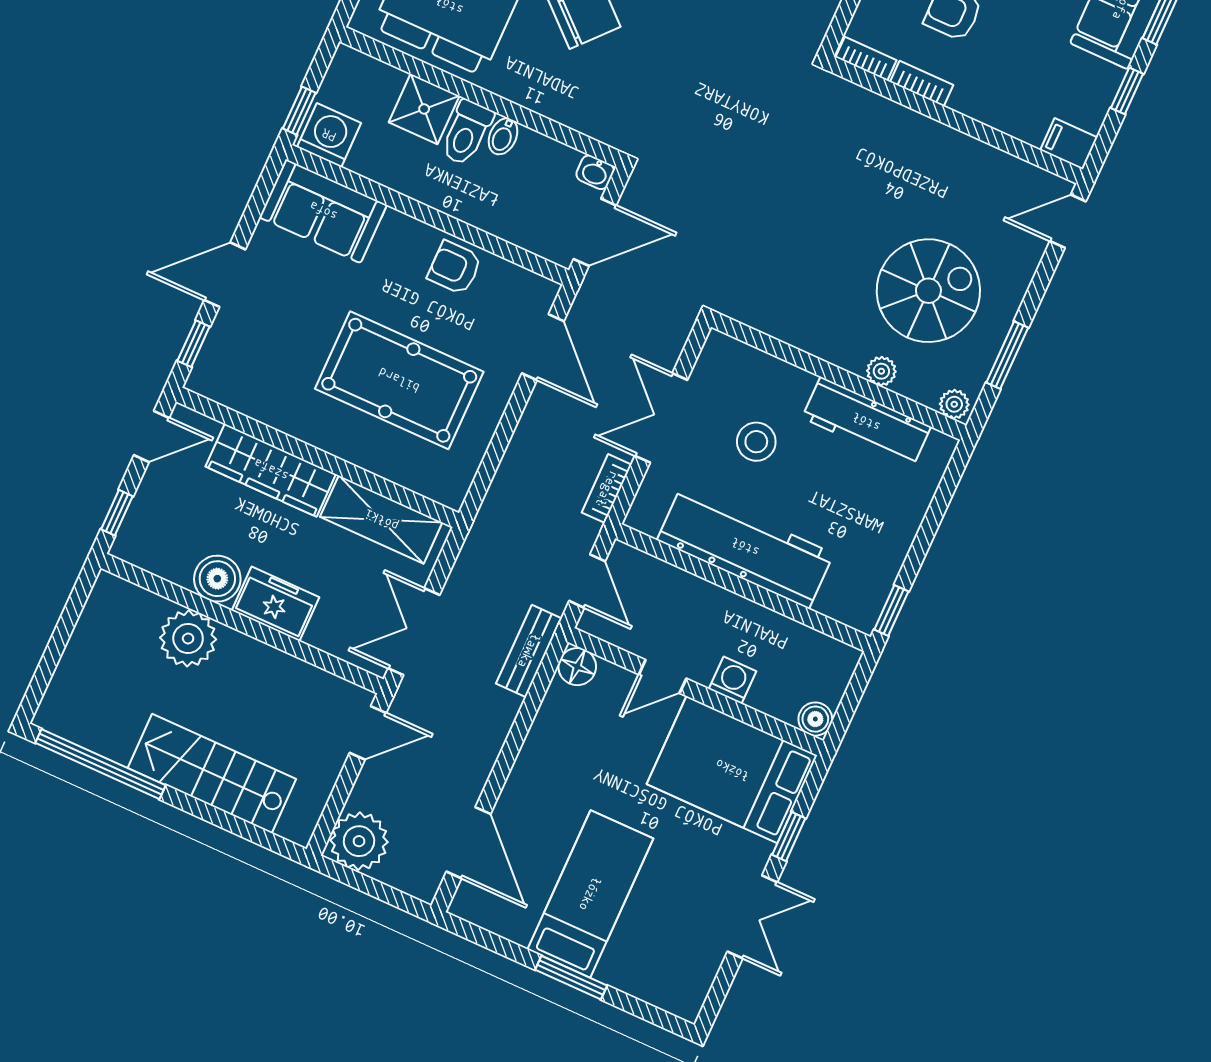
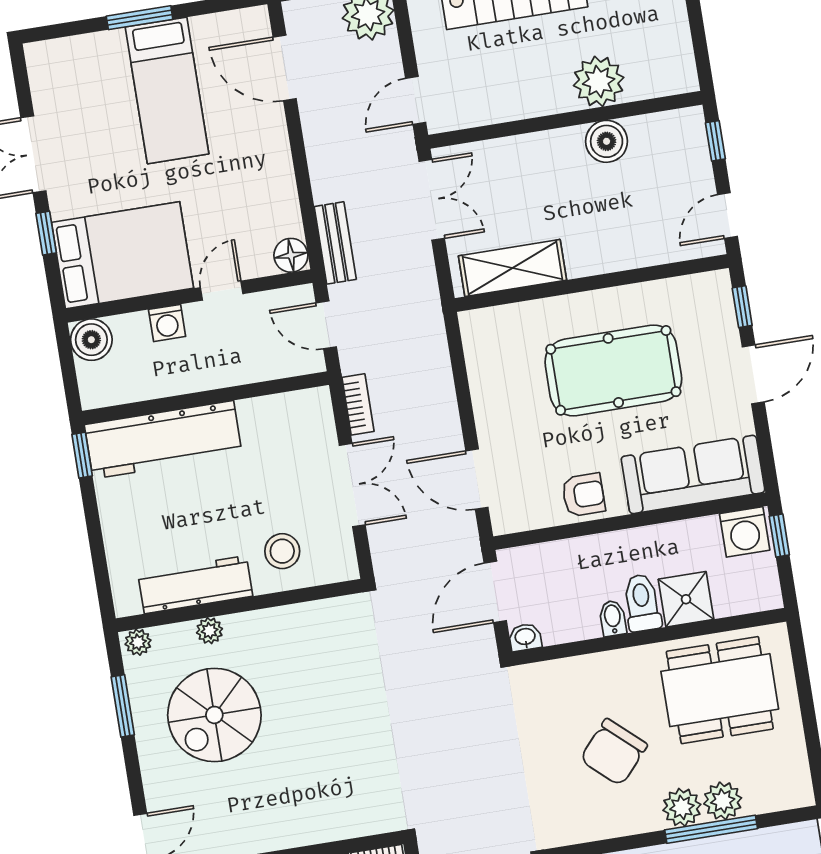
sofa: (323, 211) -> (693, 474), width x1.36
pool table: (399, 380) -> (613, 370), moved
stool: (756, 442) -> (282, 551), moved
wardrobe: (271, 470) -> (621, 250), removed
workbench: (745, 547) -> (163, 440), moved
freezer: (275, 604) -> (550, 151), removed
boiler: (815, 719) -> (91, 340), width x1.36, depth x1.36

